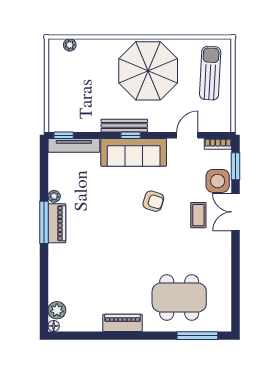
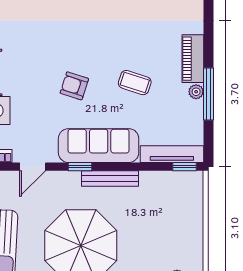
window: (131, 135) -> (80, 167), moved
coffee table: (198, 215) -> (135, 83), moved, turned -72
window: (44, 222) -> (208, 94), moved

